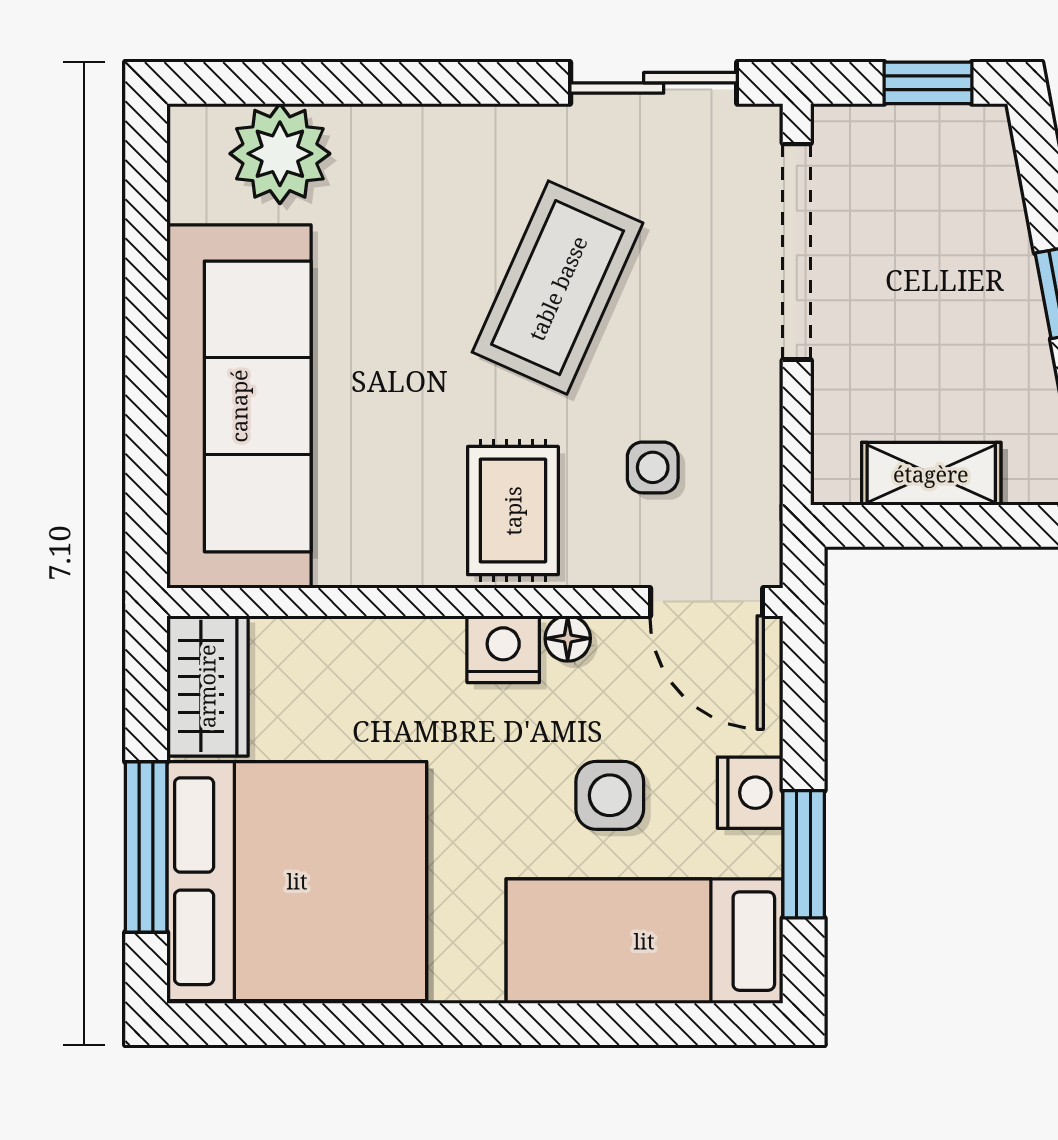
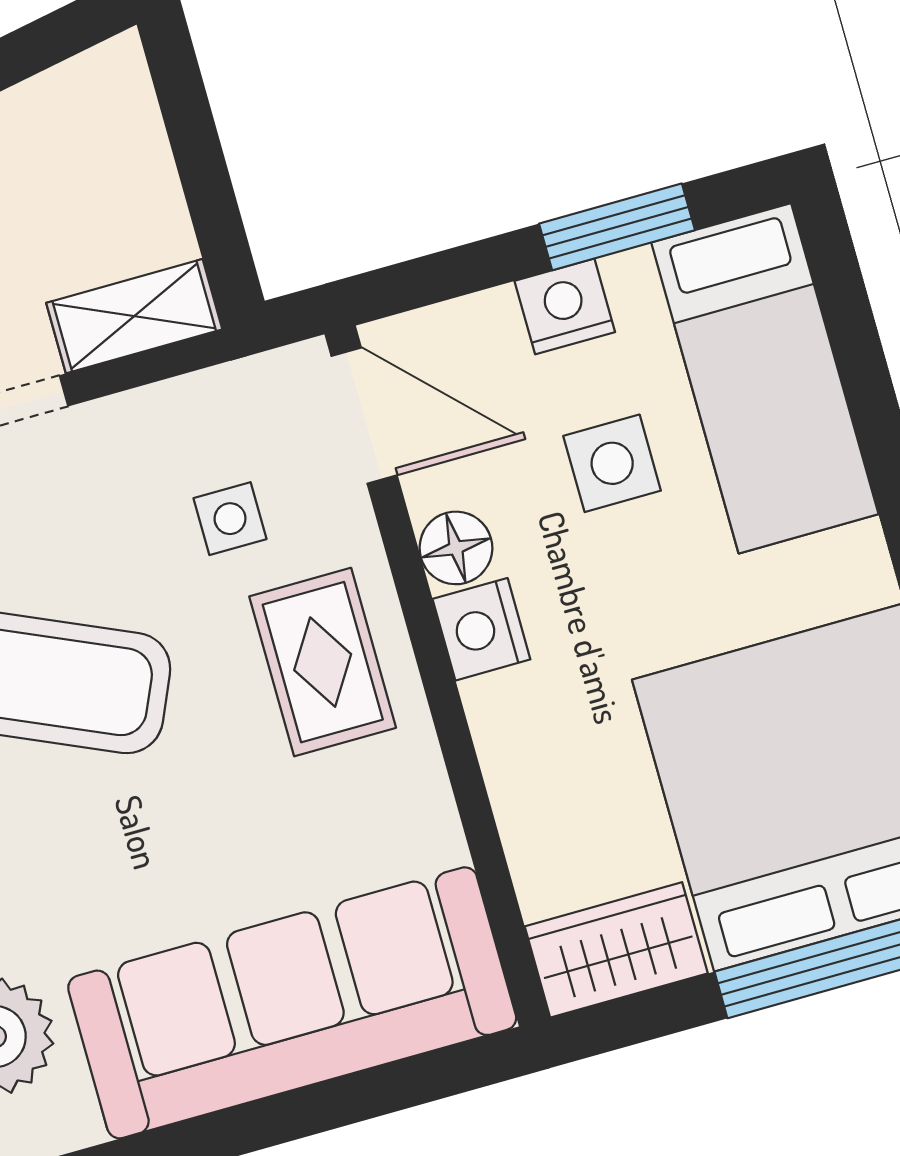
shelving: (931, 474) -> (134, 316), moved, turned 90
rug: (513, 511) -> (323, 662), turned 90
door: (707, 602) -> (364, 416), hinge flipped
floor lamp: (568, 638) -> (456, 548), width x1.37, depth x1.37

